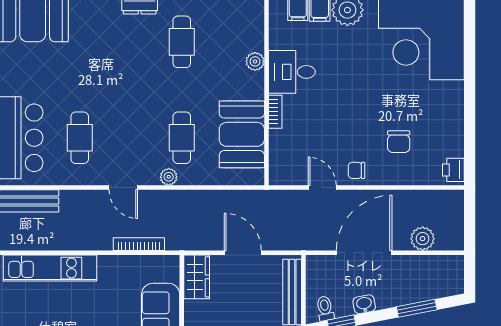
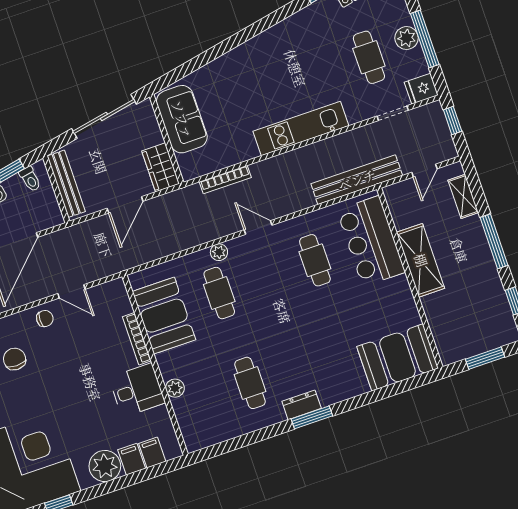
bookcase: (275, 112) -> (137, 339), width x1.56
door: (243, 253) -> (125, 205), hinge flipped

